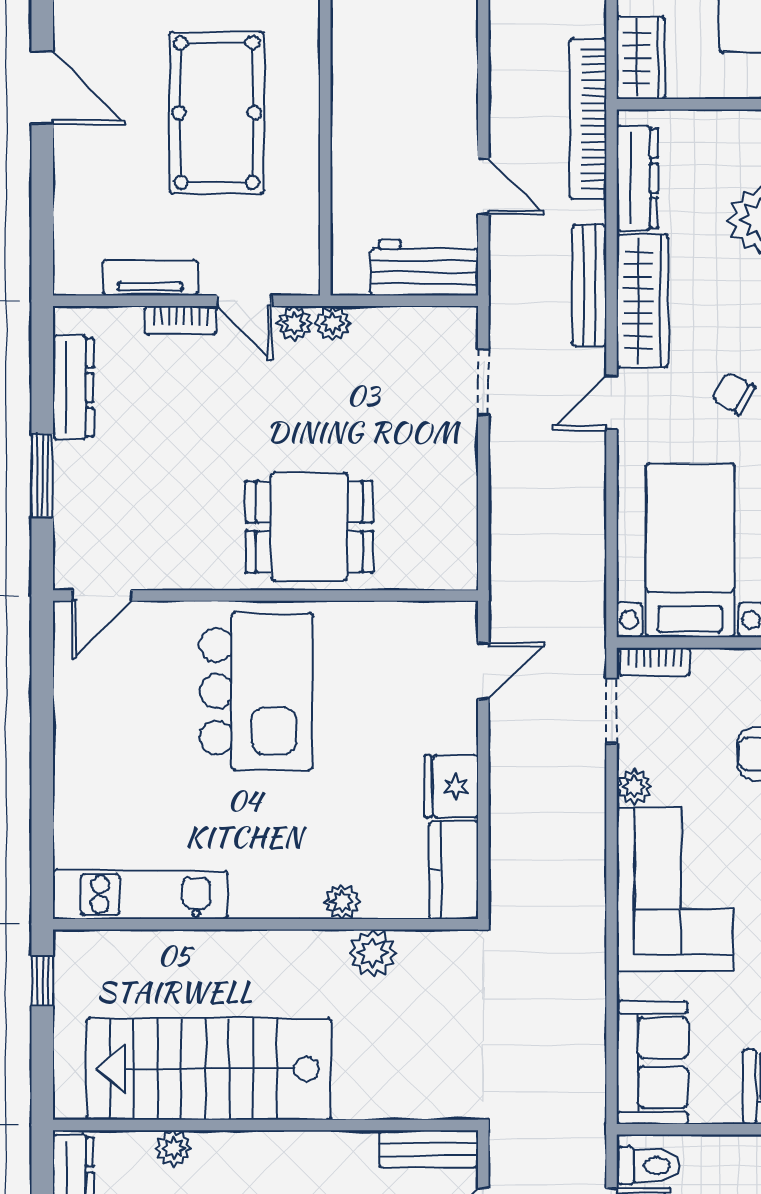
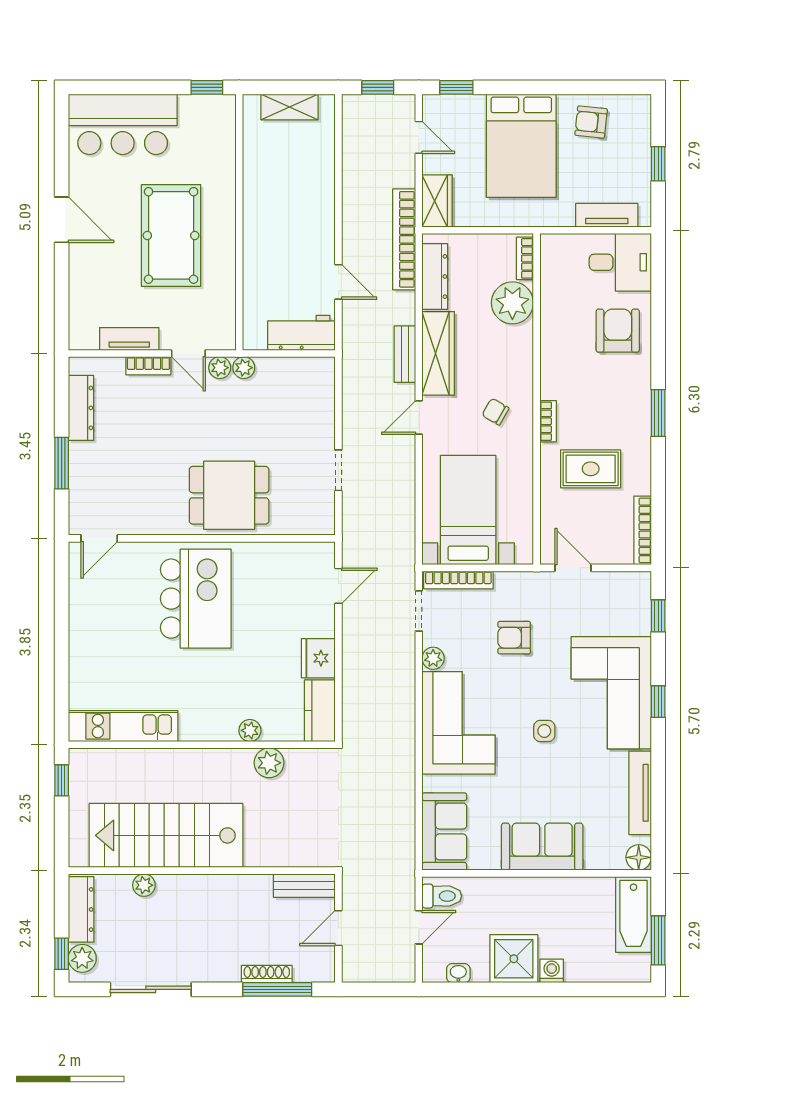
bench: (589, 285) -> (405, 354), width x0.73
doorway: (483, 382) -> (338, 470), moved
bookcase: (655, 662) -> (458, 580), width x1.56

